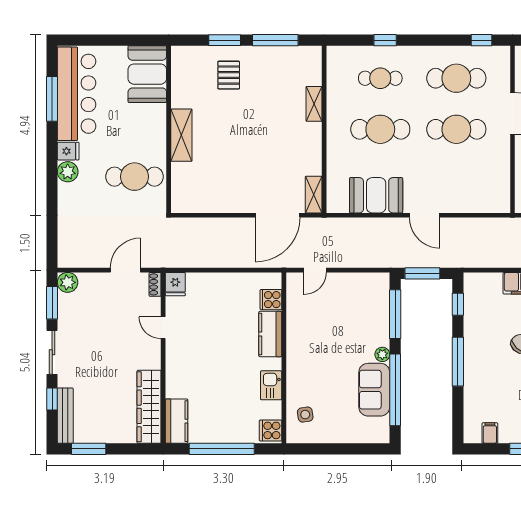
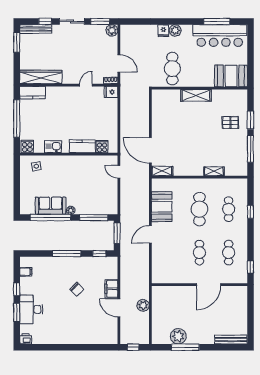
cafe table: (456, 78) -> (229, 253), width x0.73, depth x0.74
cafe table: (456, 129) -> (199, 253), width x0.73, depth x0.74
fridge: (68, 151) -> (163, 31), moved

